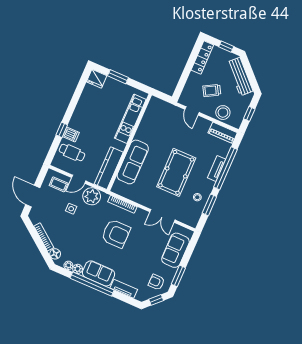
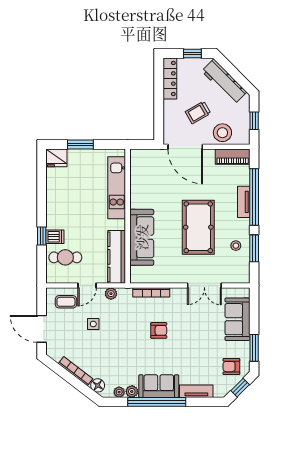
door: (192, 111) -> (185, 147), width x1.87
plant: (92, 196) -> (111, 294), width x0.53, depth x0.53
armchair: (116, 234) -> (159, 330), width x0.53, depth x0.53

